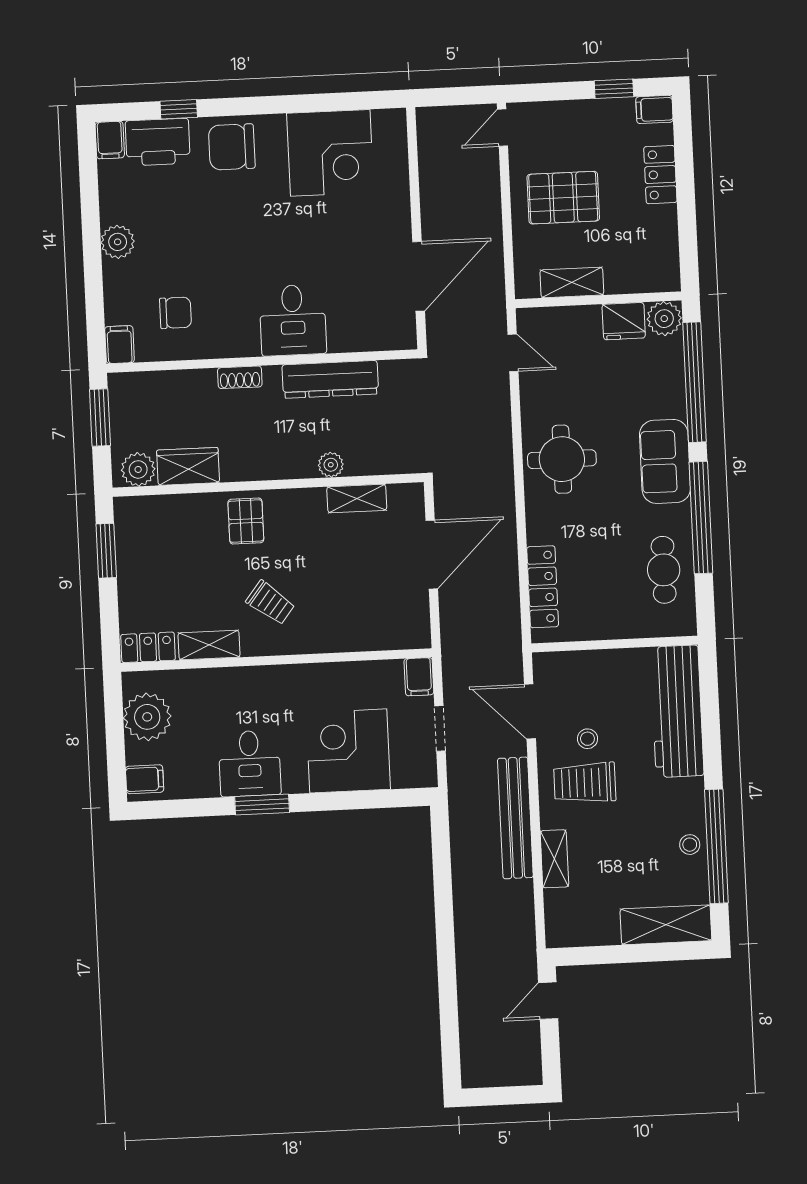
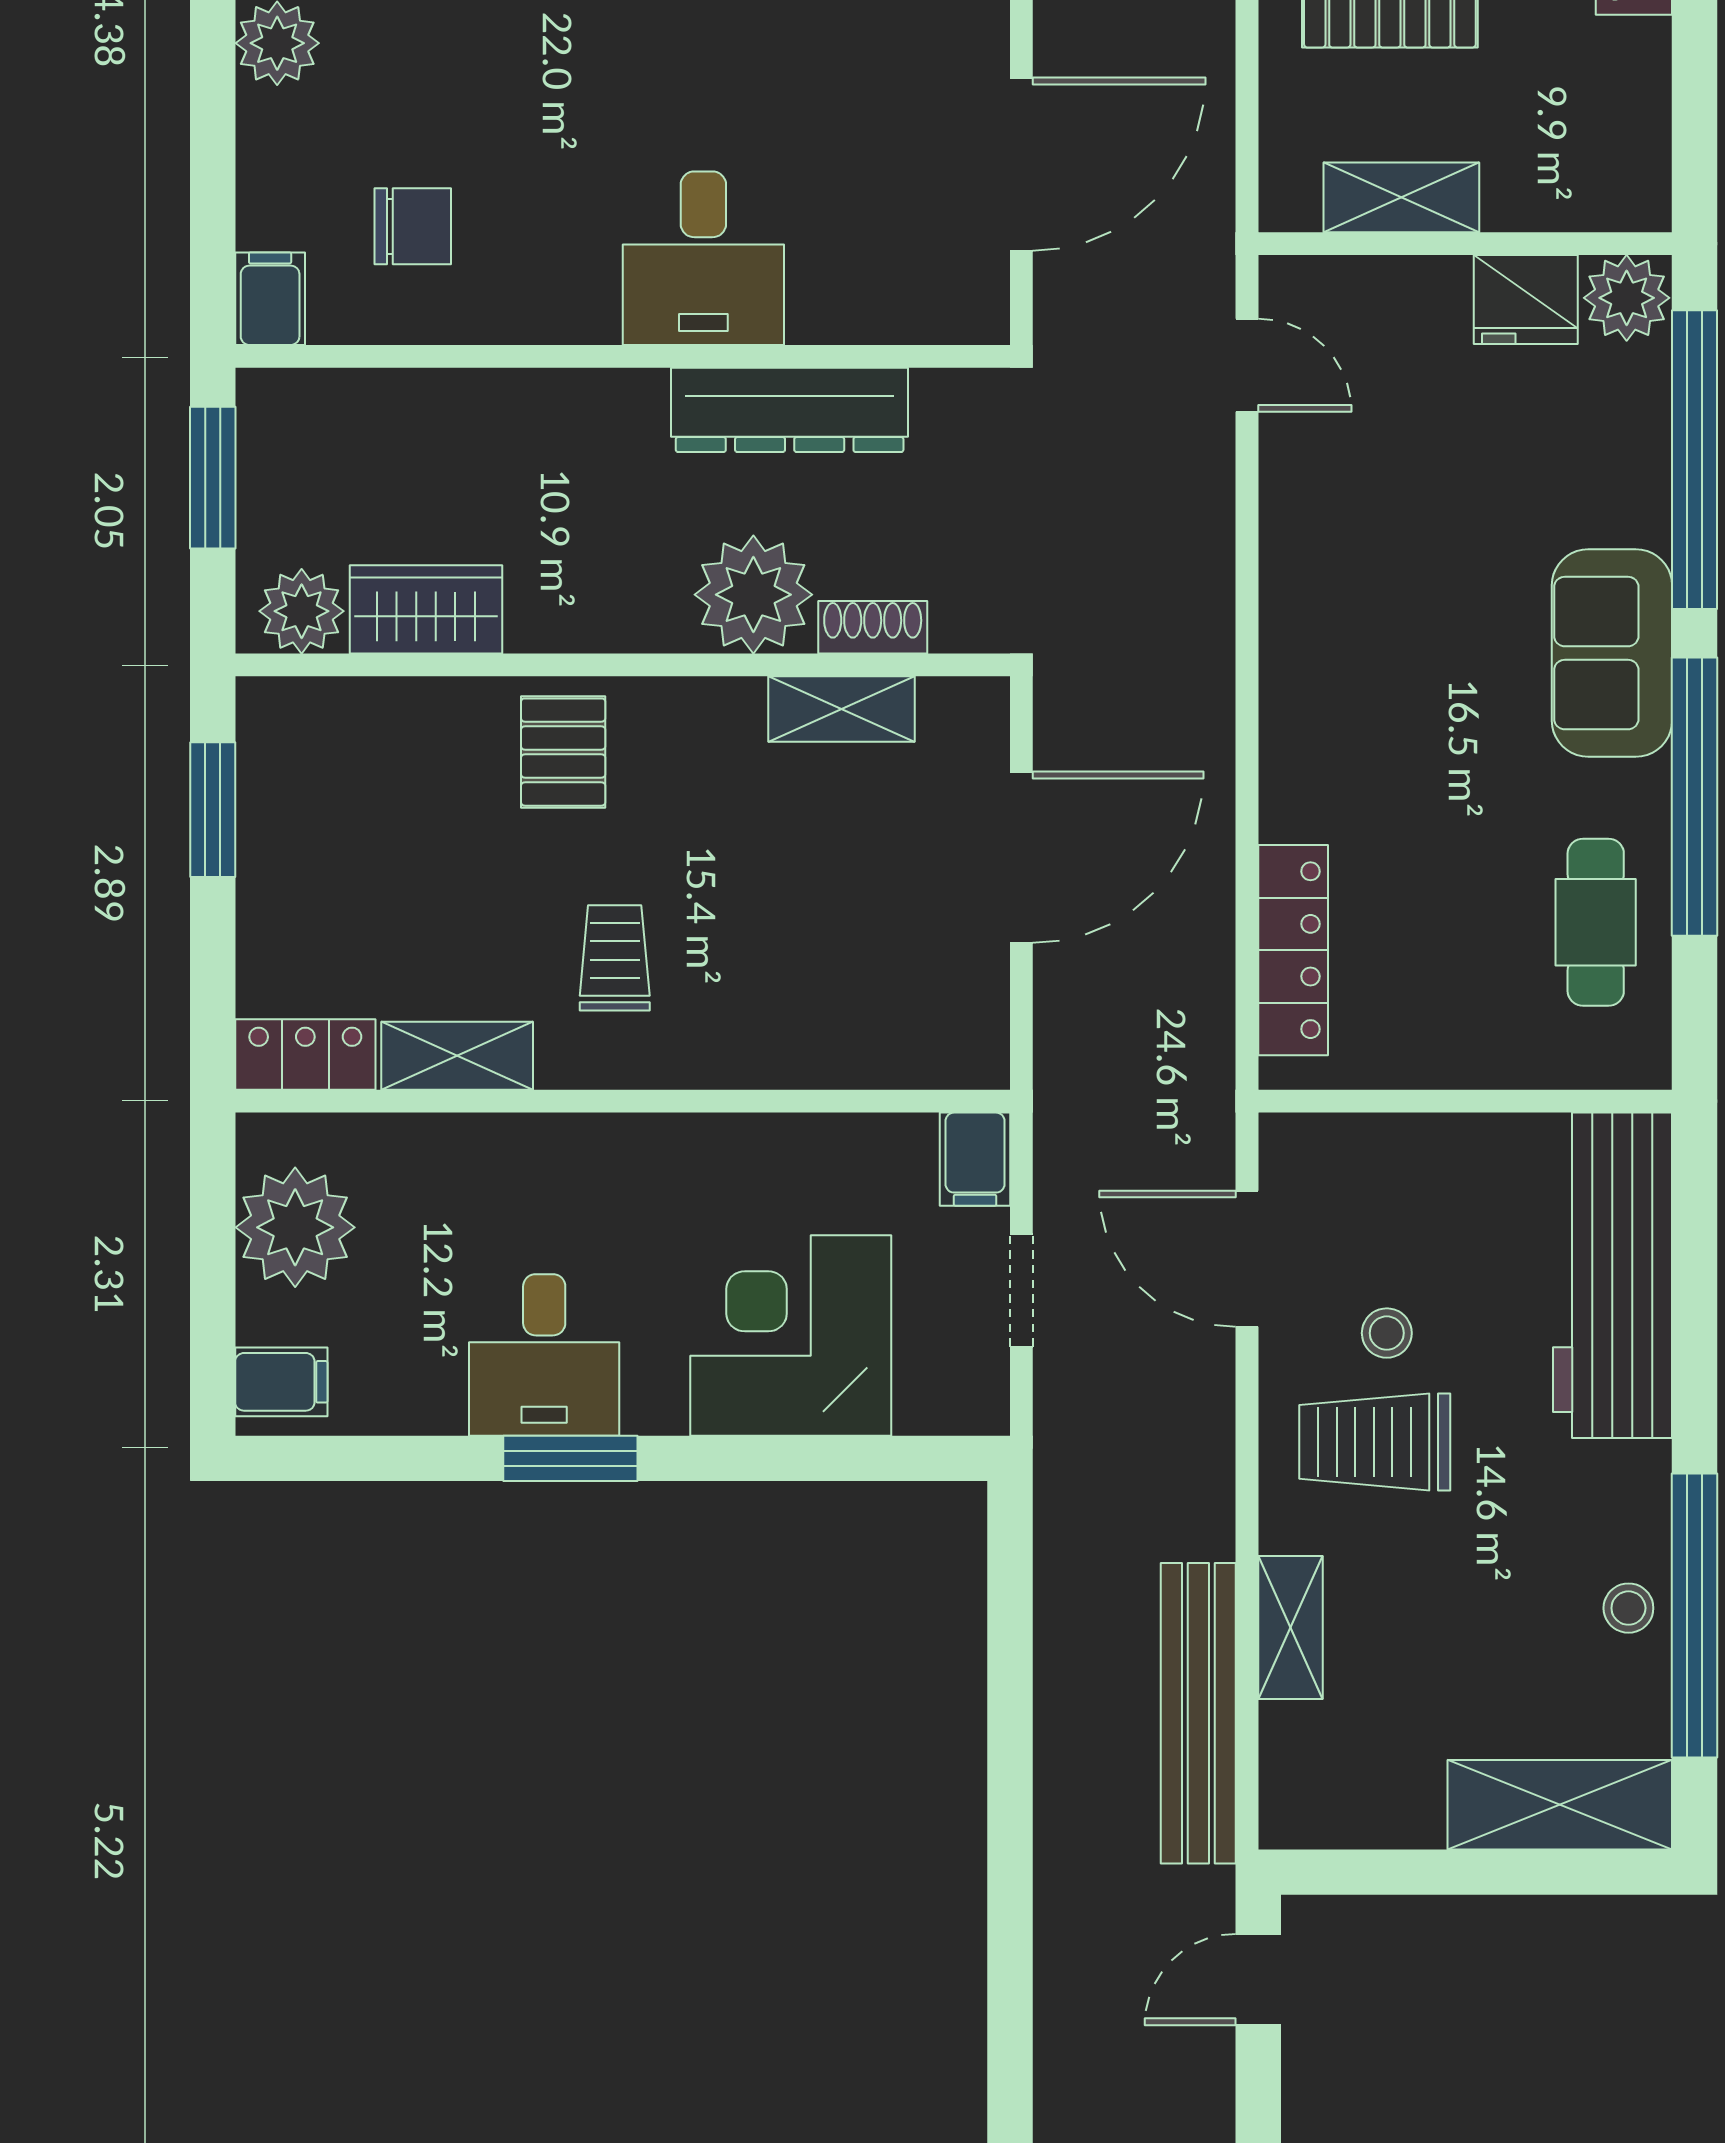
shoe rack: (240, 377) -> (873, 627), moved, turned 180
round table: (562, 459) -> (1356, 635), removed
plant: (331, 465) -> (753, 595), width x1.87, depth x1.87
trolley: (270, 603) -> (615, 958), turned -128
bench: (515, 818) -> (1198, 1713), moved

